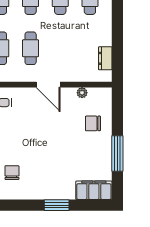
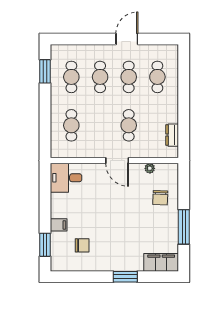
cafe table: (31, 48) -> (129, 125), moved
chair: (93, 123) -> (160, 198), turned -88
chair: (12, 173) -> (82, 245), turned 90

